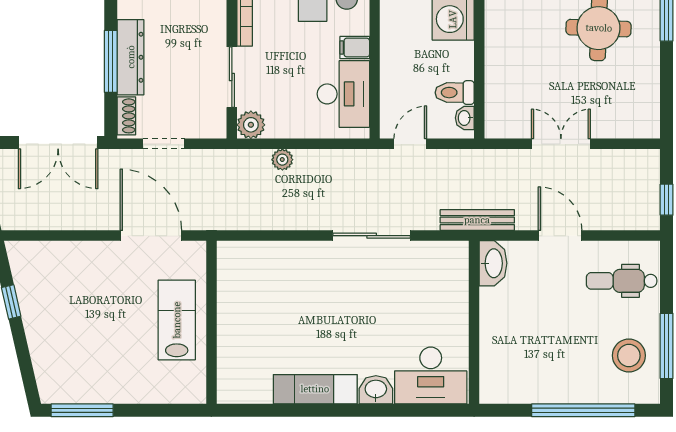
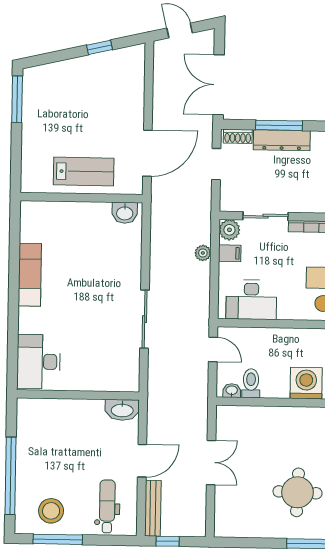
filing cabinet: (355, 48) -> (230, 253), moved, turned 90
bench: (477, 220) -> (153, 508), moved
washbasin: (376, 390) -> (125, 213), moved, turned 90

